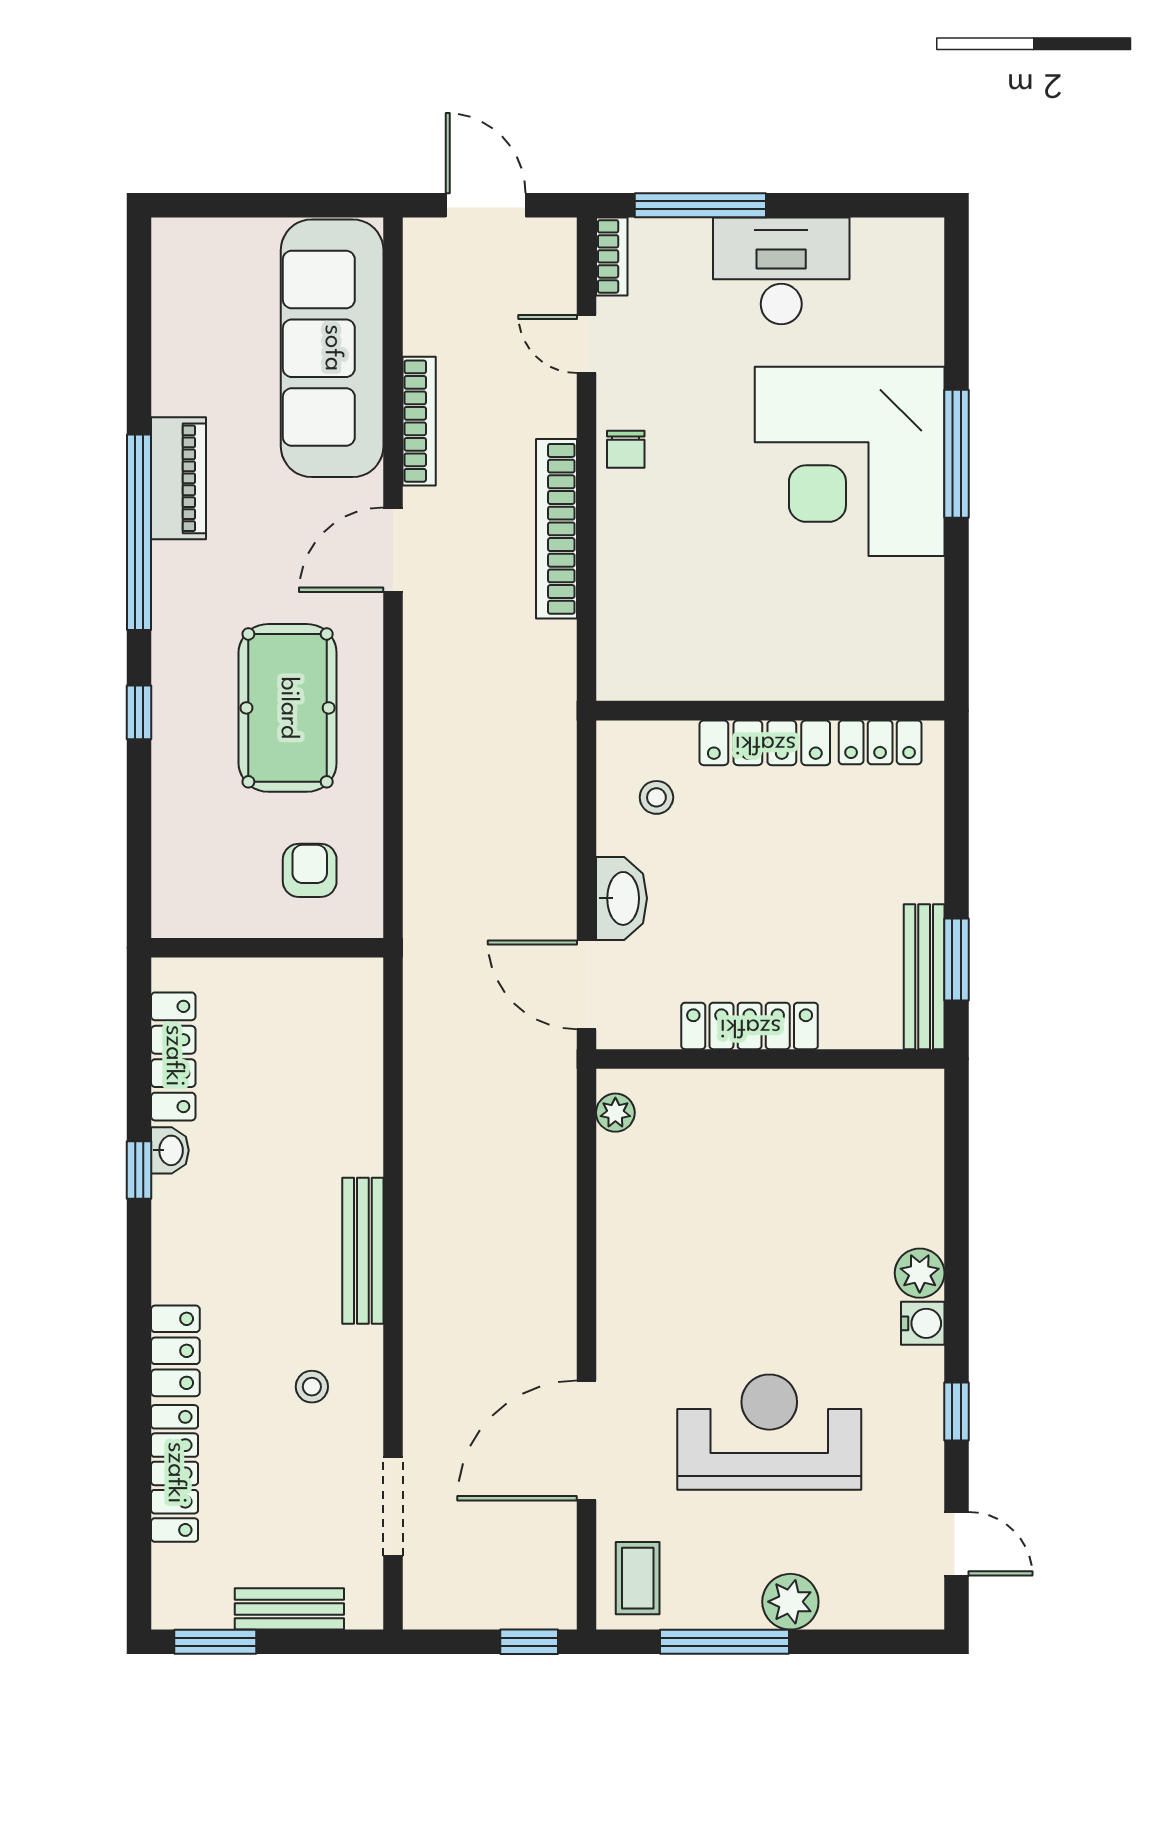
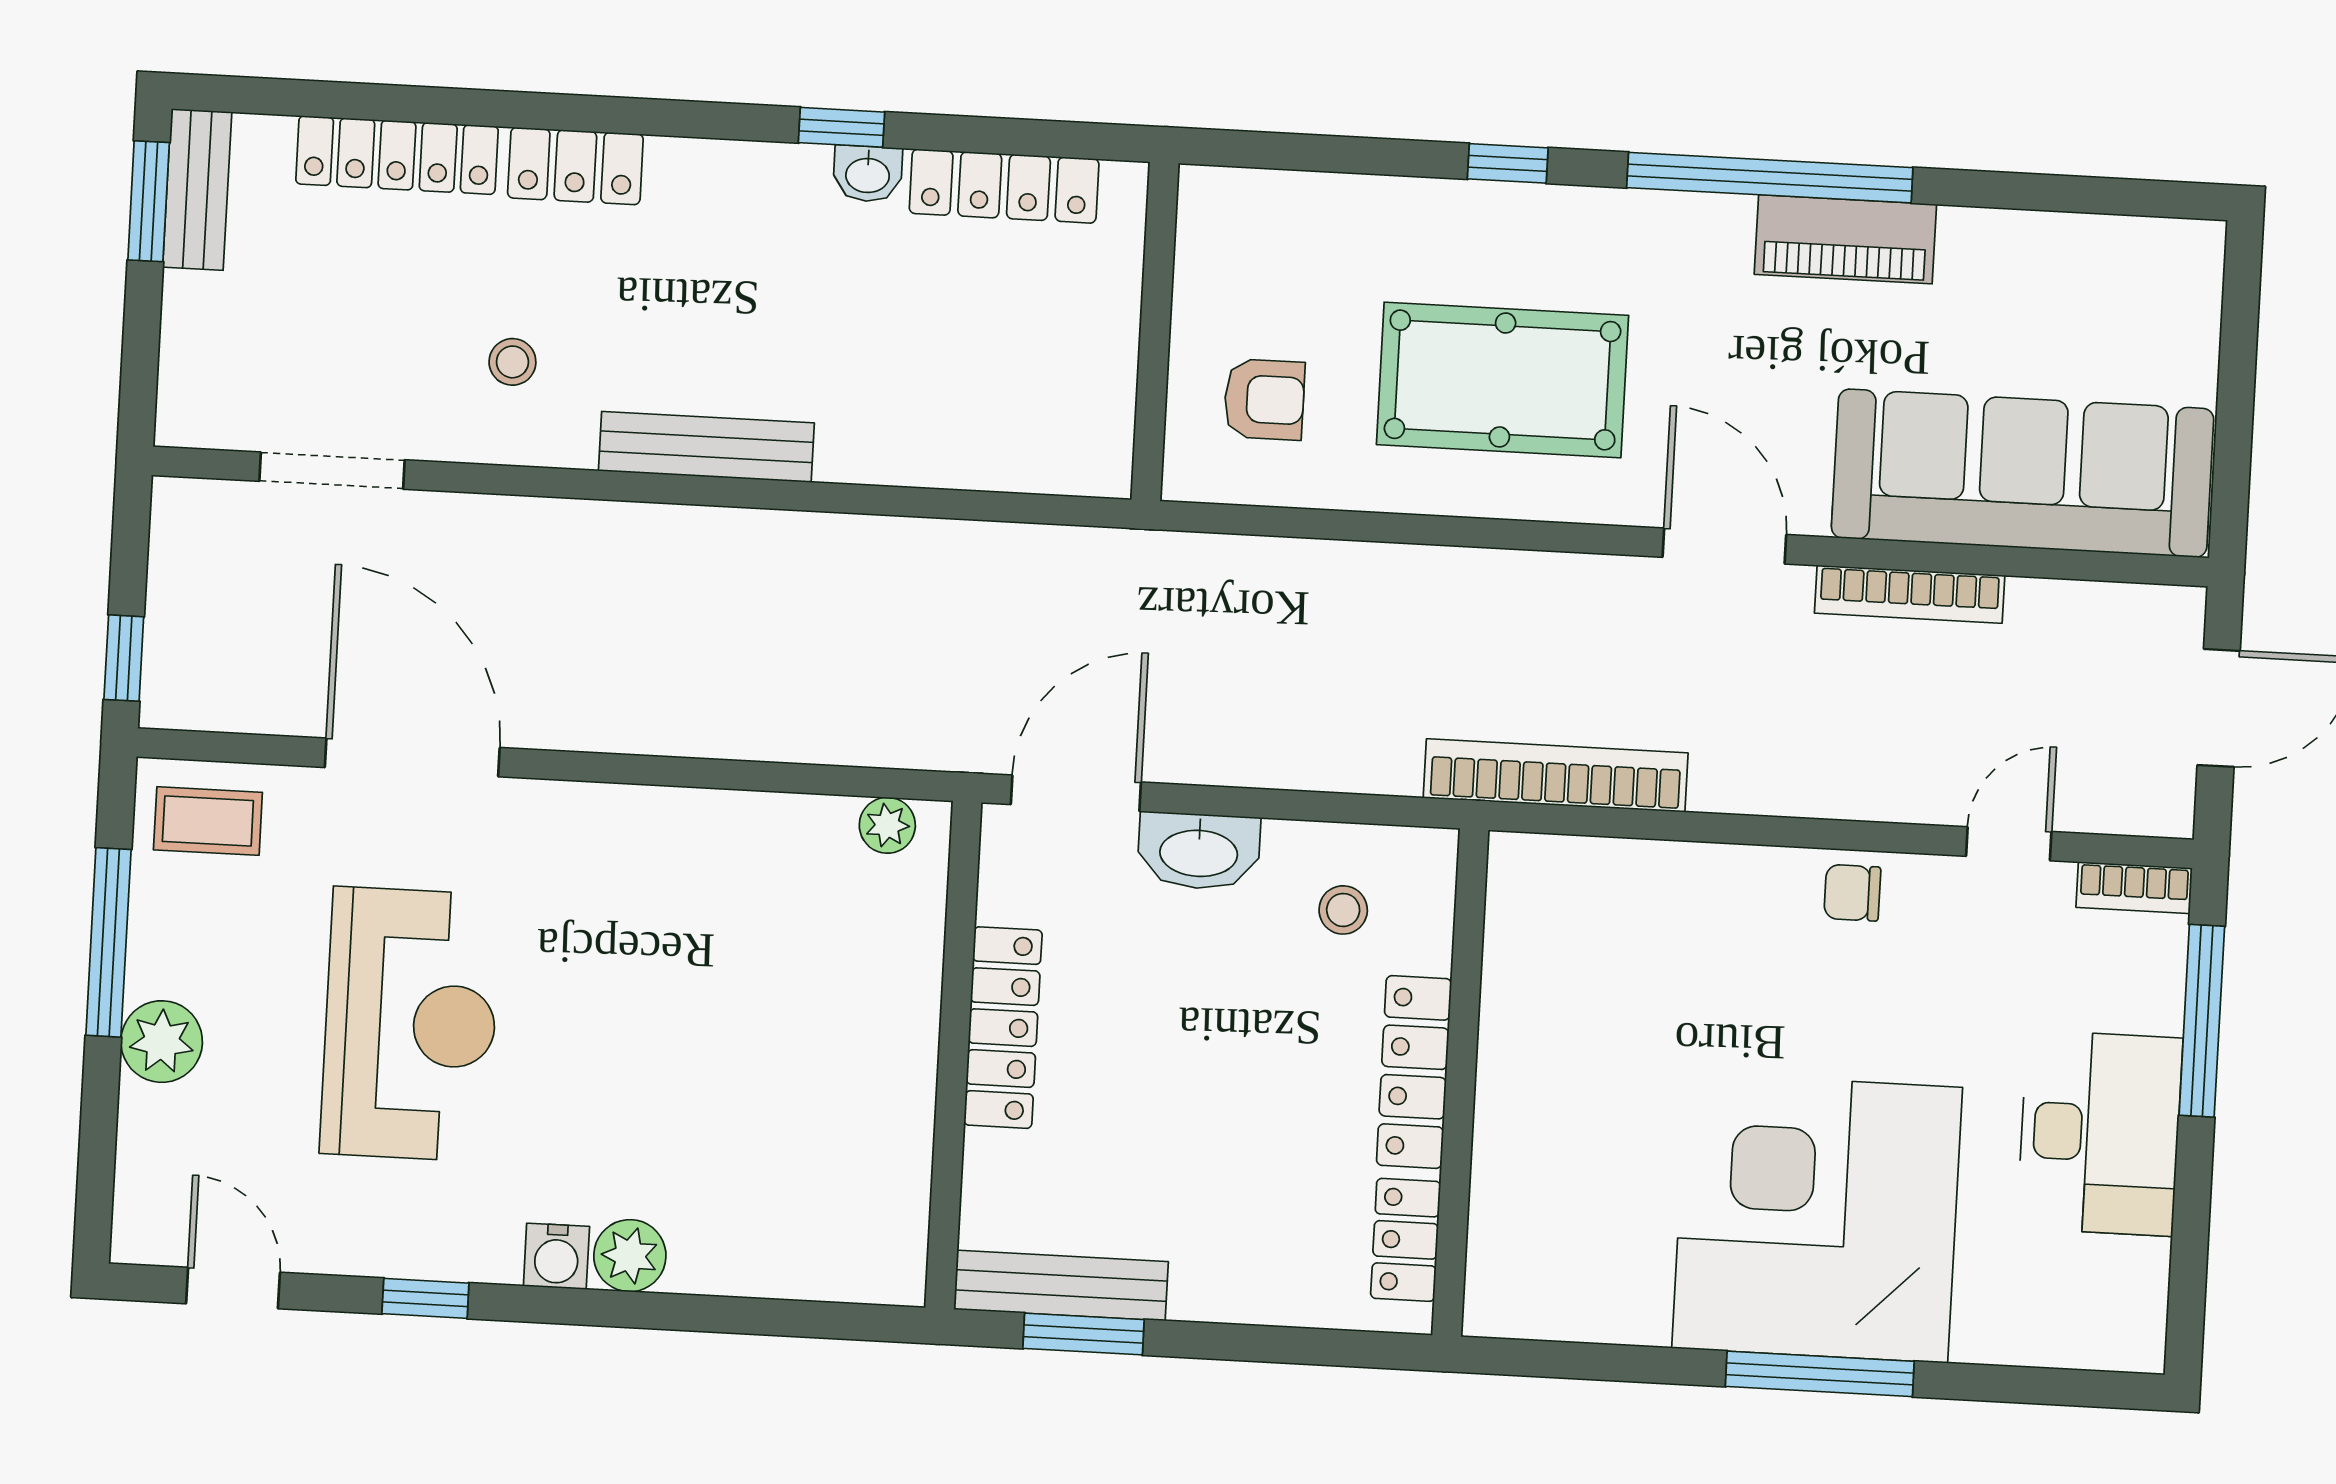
bookcase: (556, 529) -> (1556, 775), moved
door: (957, 1544) -> (233, 1288), swing flipped
bench: (289, 1609) -> (197, 190), moved

